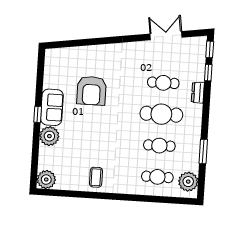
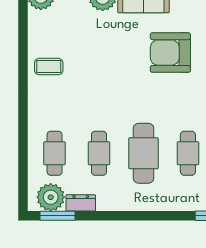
dresser: (198, 93) -> (81, 203), moved
window: (203, 151) -> (57, 216), moved

